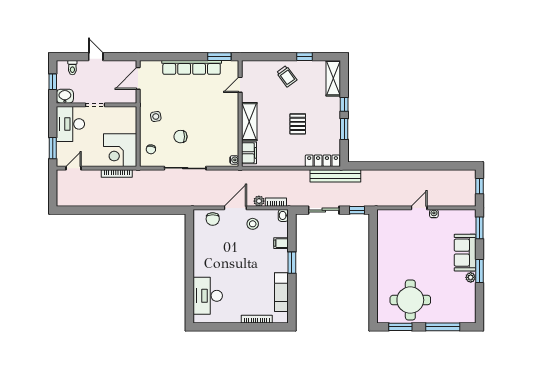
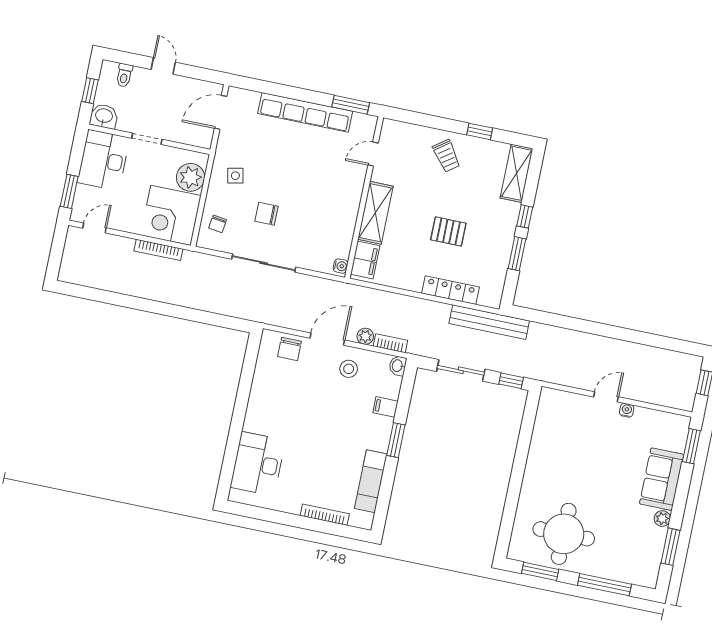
plant: (128, 123) -> (191, 177), added
pallet: (298, 124) -> (448, 231), turned 90
locker: (323, 161) -> (450, 290), moved
window: (480, 271) -> (670, 547), moved

